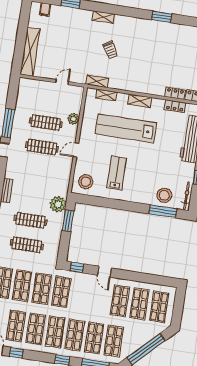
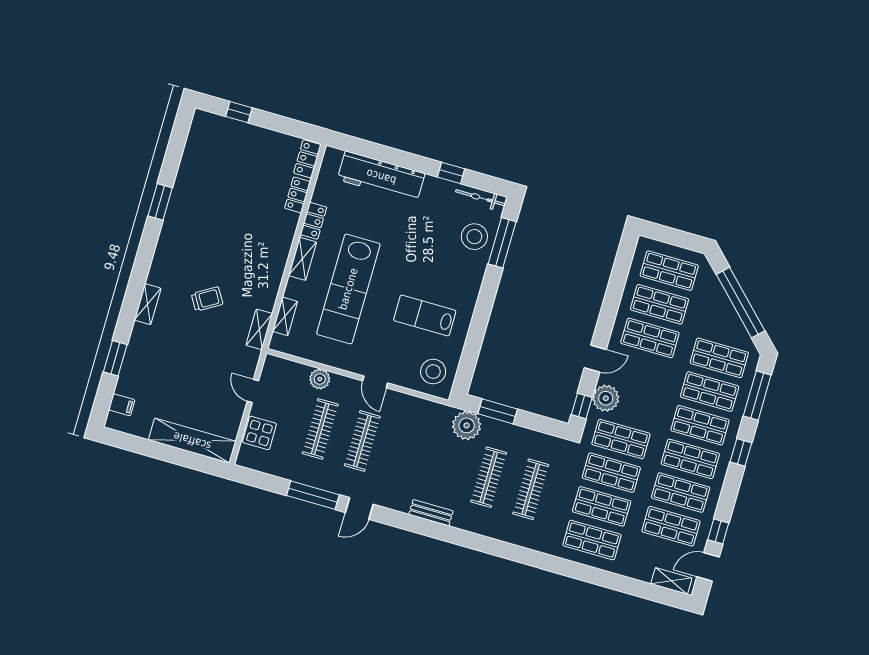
display table: (39, 89) -> (259, 433), added
locker: (175, 106) -> (313, 221), moved
plant: (83, 280) -> (606, 398), added

